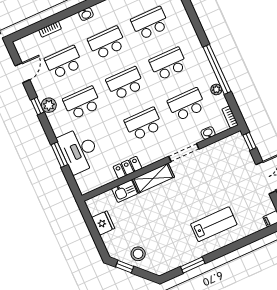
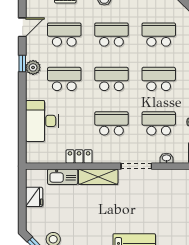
window: (59, 155) -> (22, 117), removed
kitchen sink: (125, 191) -> (63, 177), width x1.38

